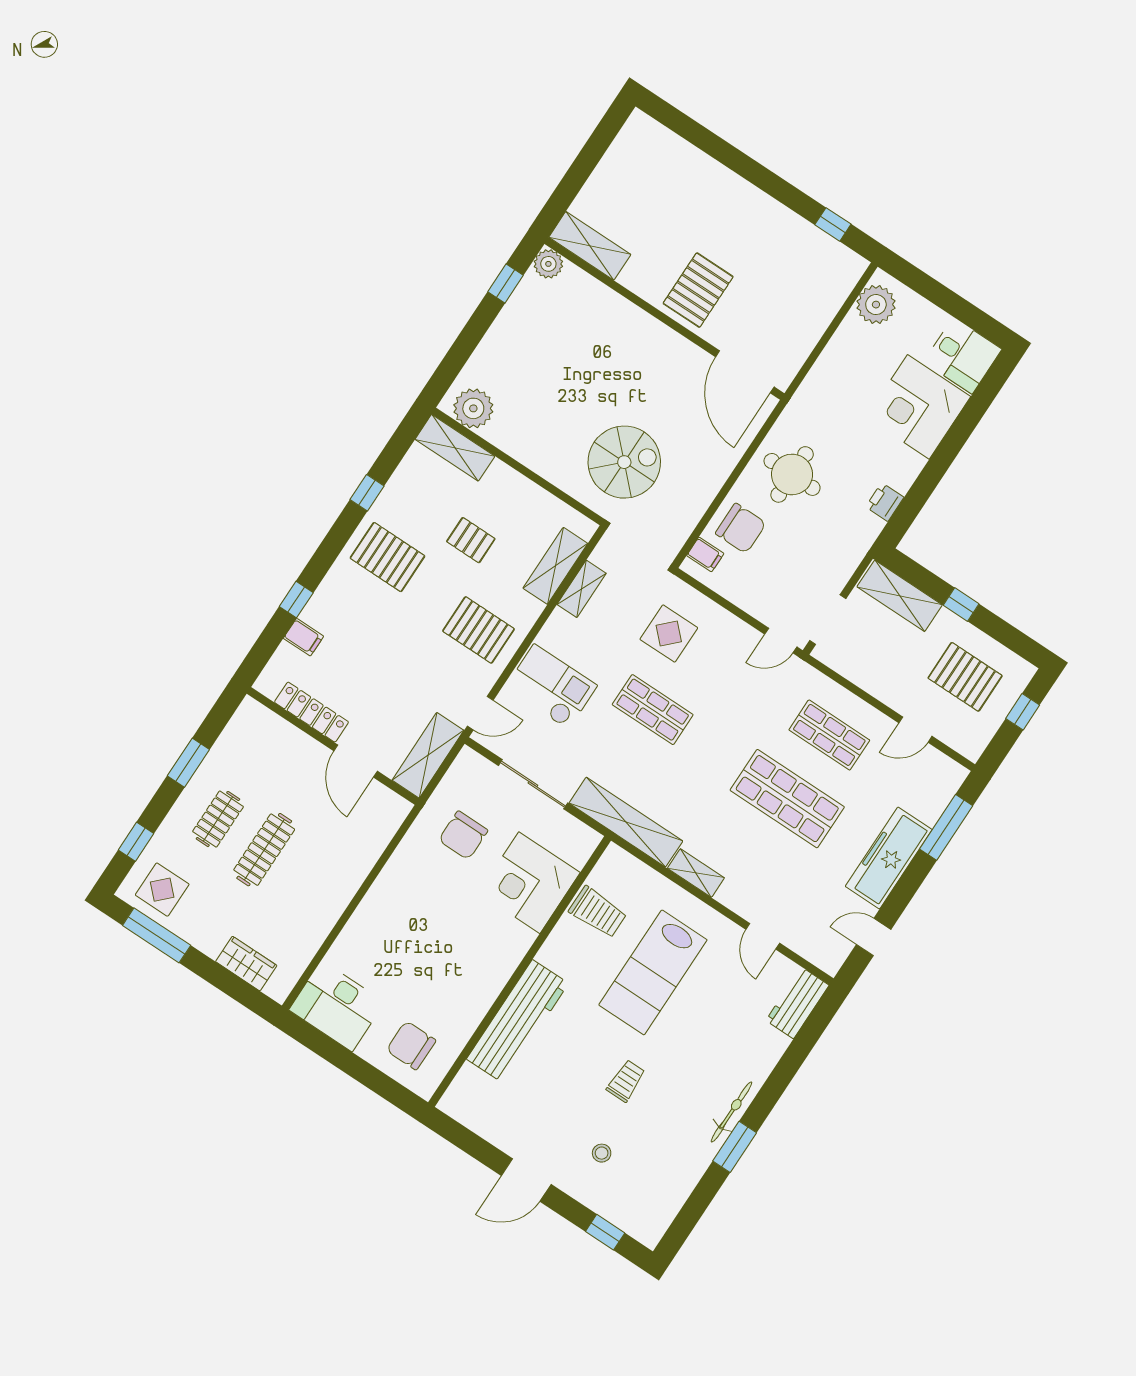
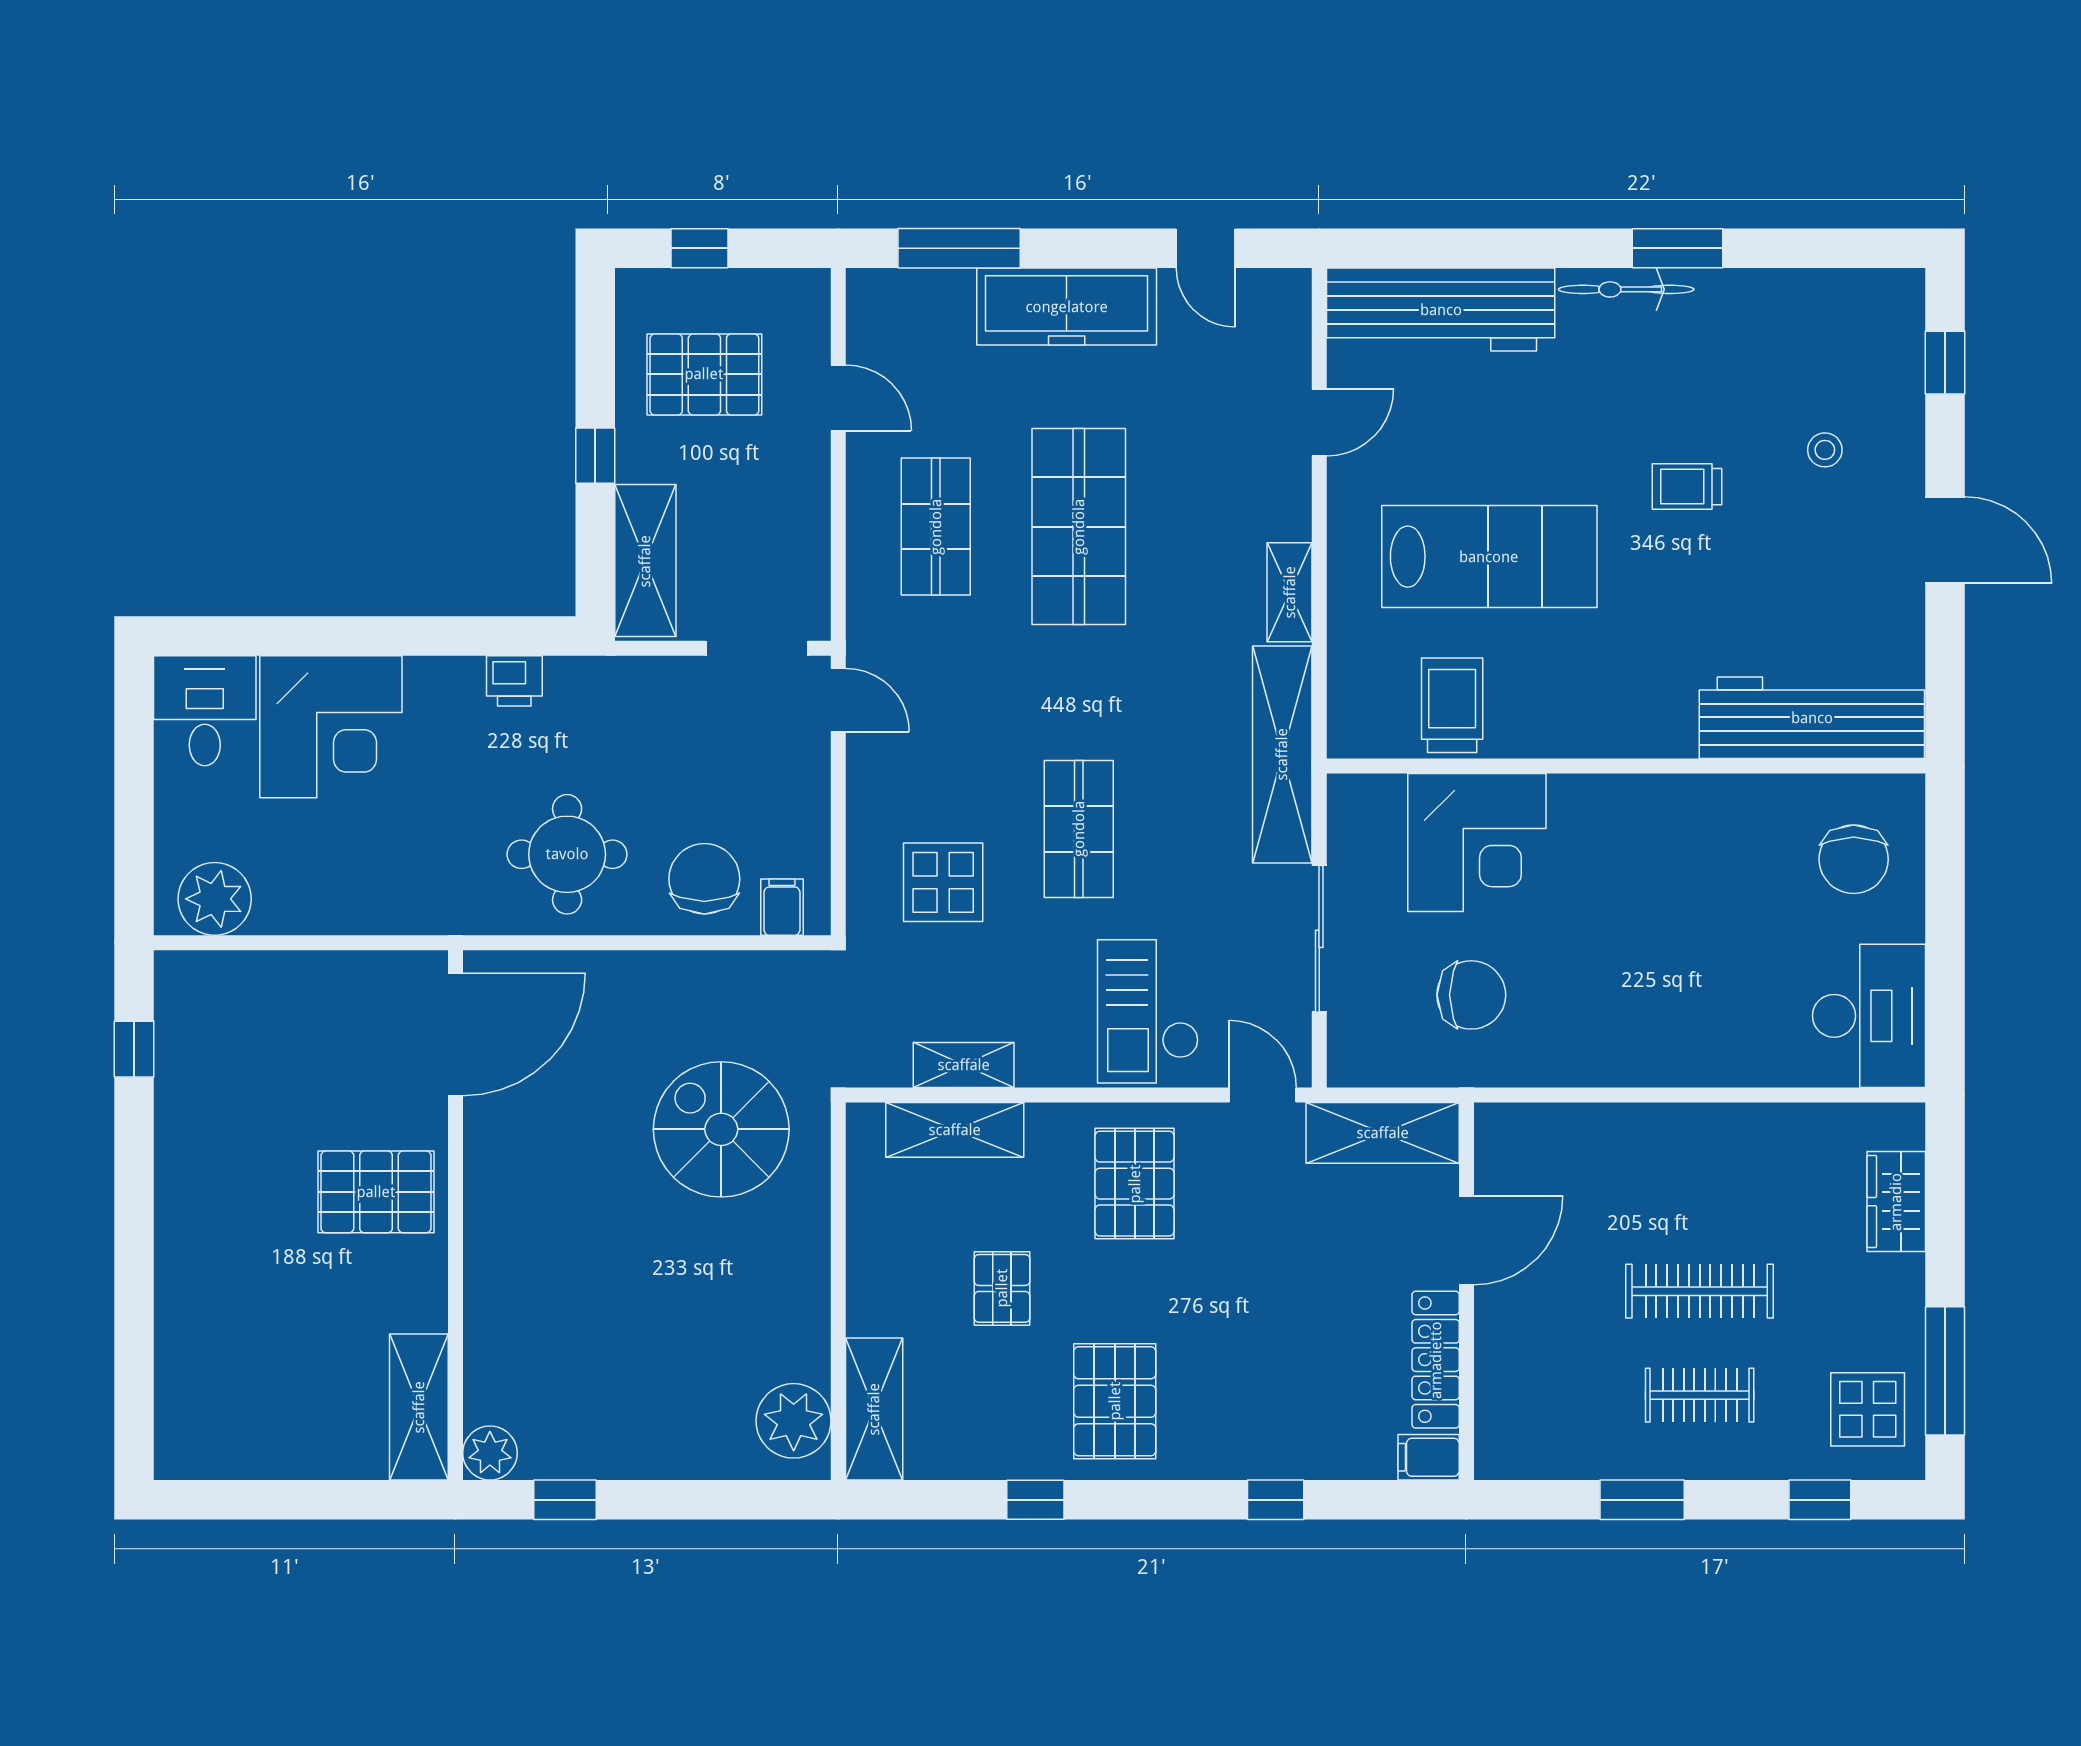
filing cabinet: (303, 637) -> (1429, 1457), moved, turned -90
pallet: (965, 677) -> (704, 374), turned 90
workbench: (797, 1003) -> (1441, 310), width x1.88, depth x1.32
workbench: (518, 1021) -> (1812, 718), moved

